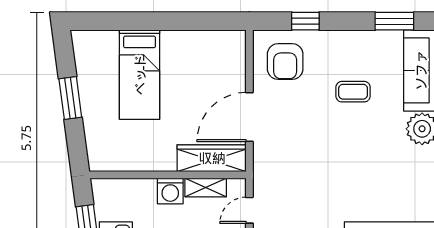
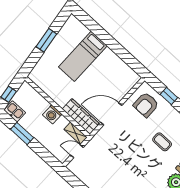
shelving: (206, 188) -> (76, 133), moved

